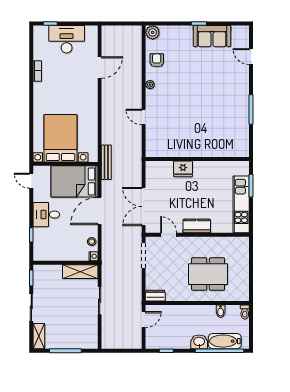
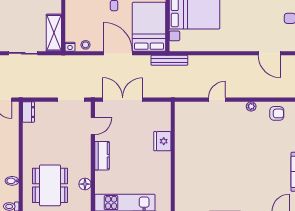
floor lamp: (224, 242) -> (85, 184), added
dining table: (208, 274) -> (50, 185), moved

